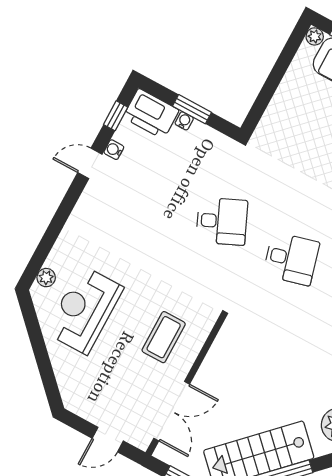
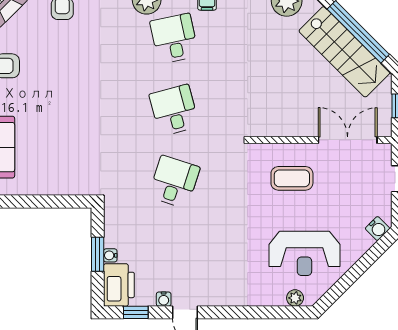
desk: (222, 221) -> (174, 182), turned 42
water cooler: (70, 394) -> (378, 229), added

